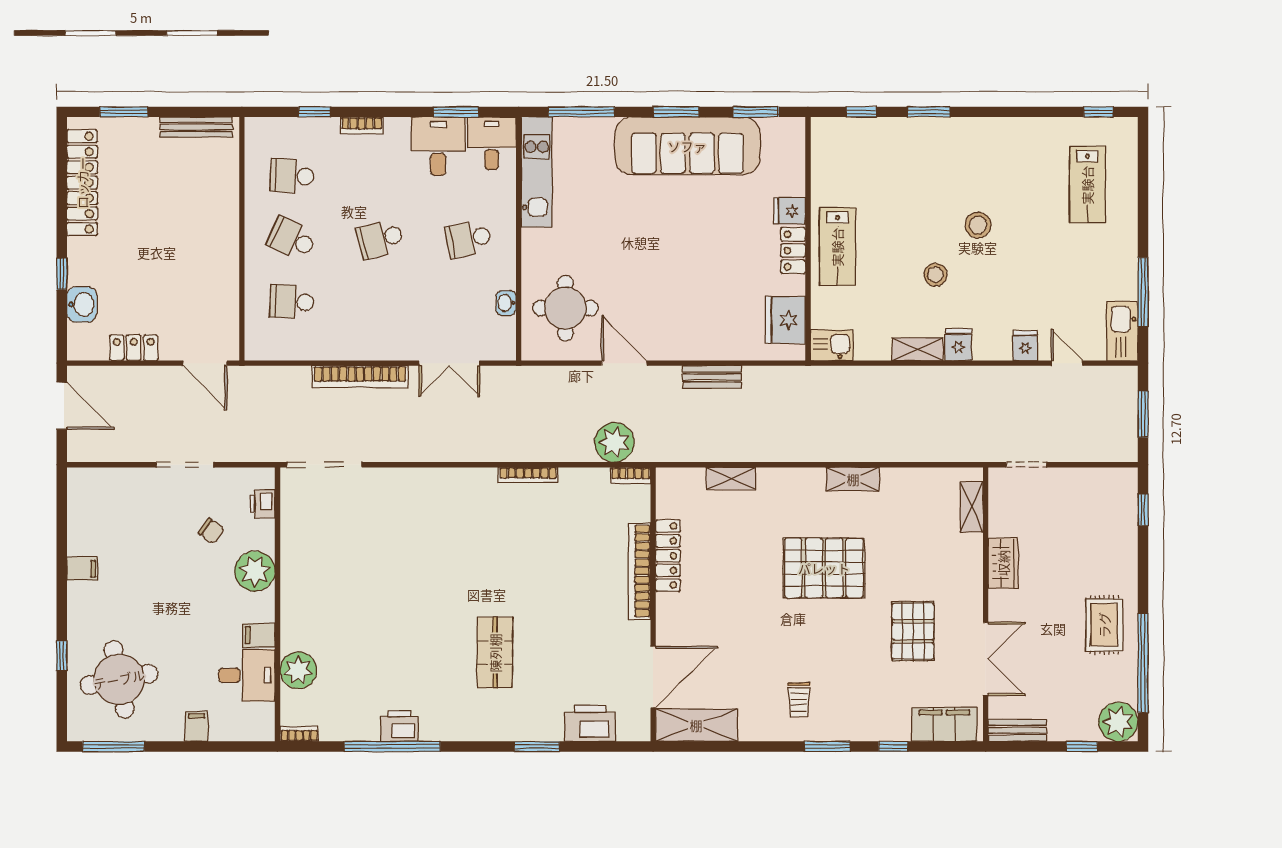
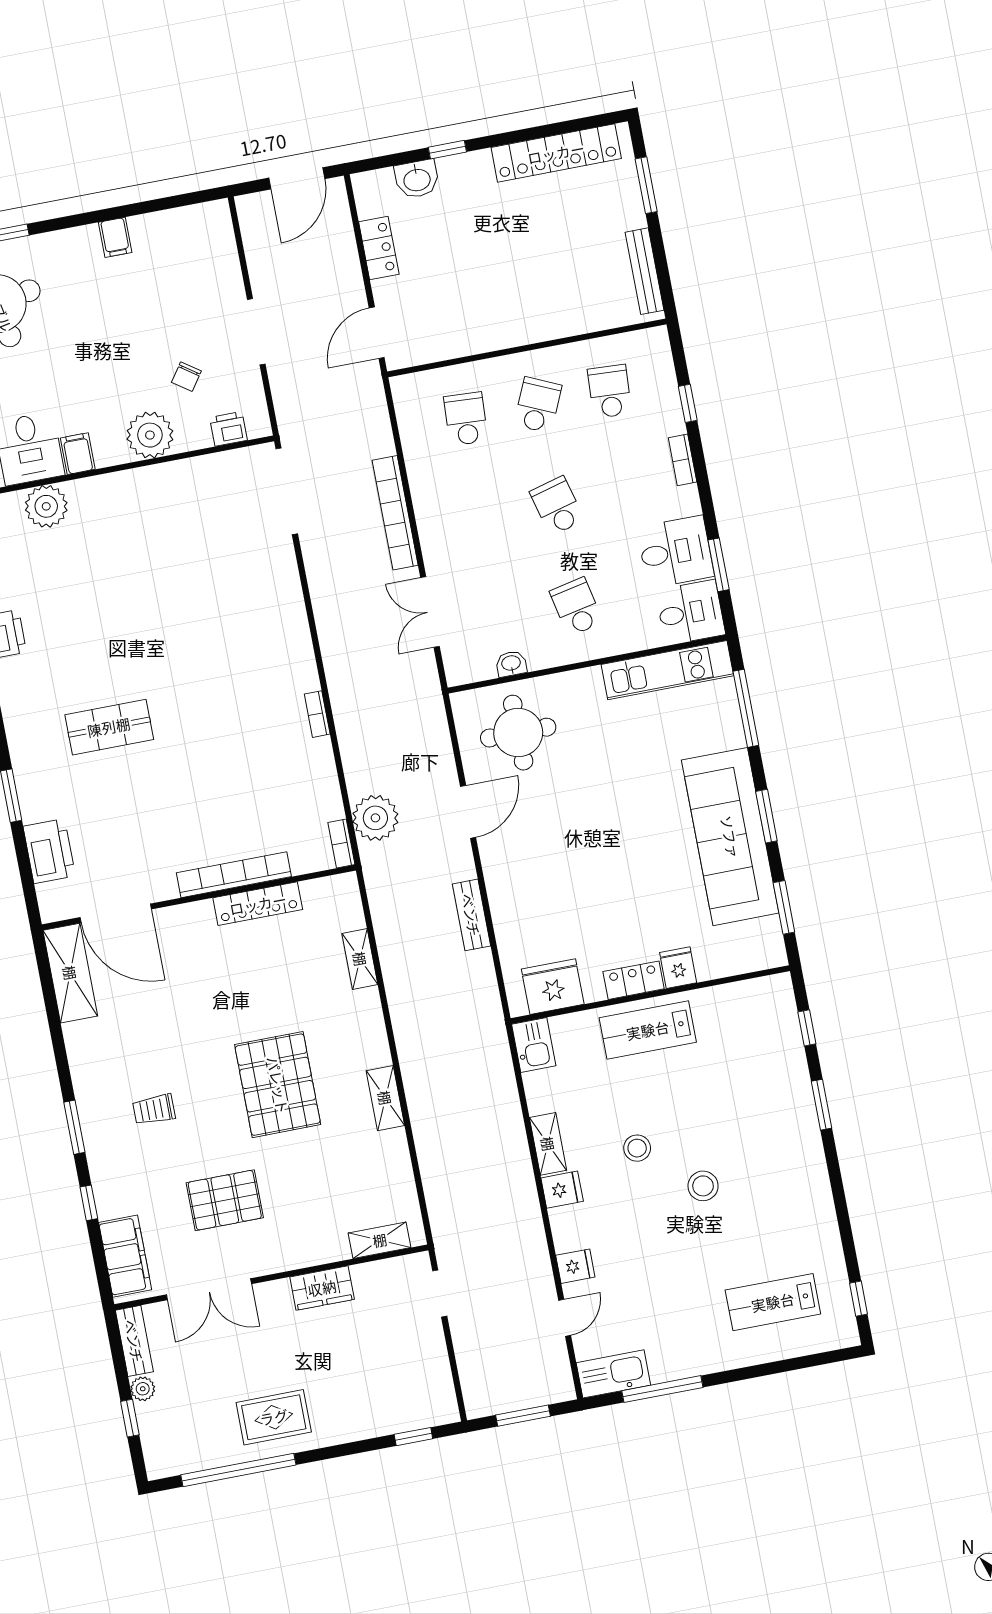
bookcase: (528, 475) -> (317, 714), width x0.64
trolley: (799, 700) -> (154, 1109), moved
plant: (1118, 722) -> (143, 1389), moved, width x0.53, depth x0.53

